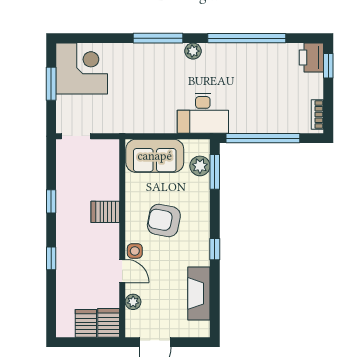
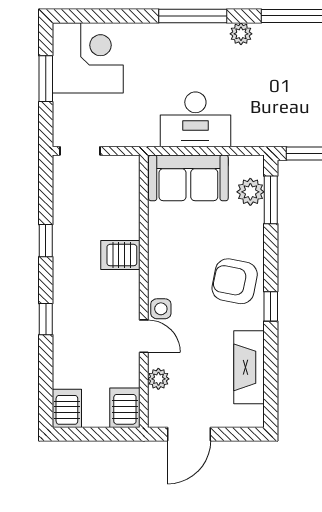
desk: (203, 113) -> (195, 119), moved
armchair: (164, 220) -> (235, 281), moved
server rack: (86, 323) -> (67, 408), moved

